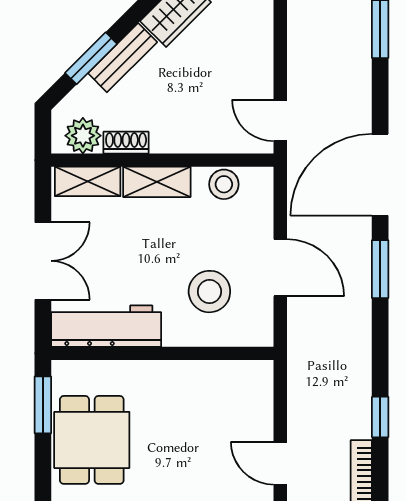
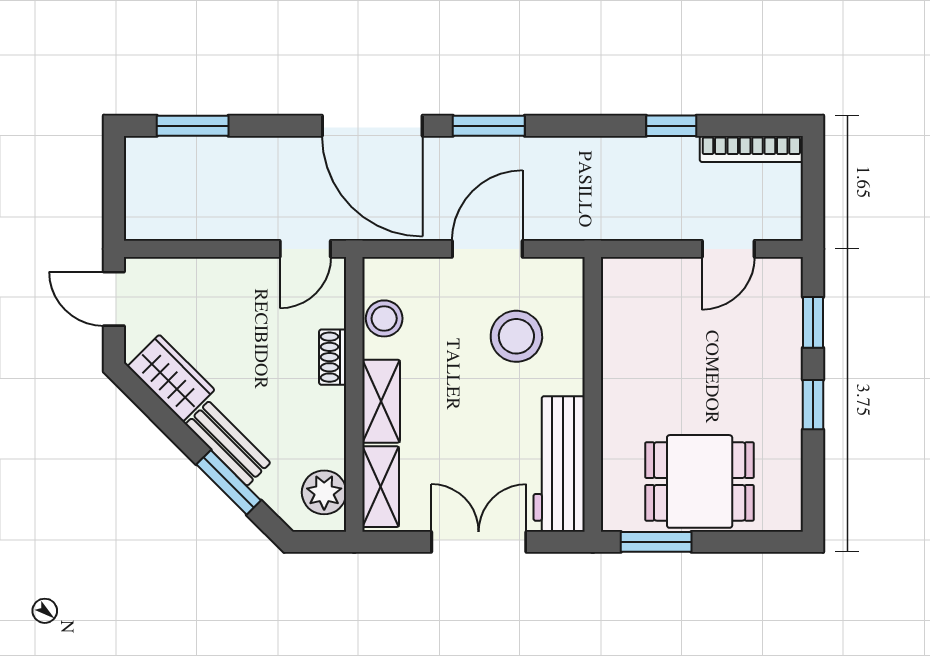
shoe rack: (126, 143) -> (333, 357), moved

